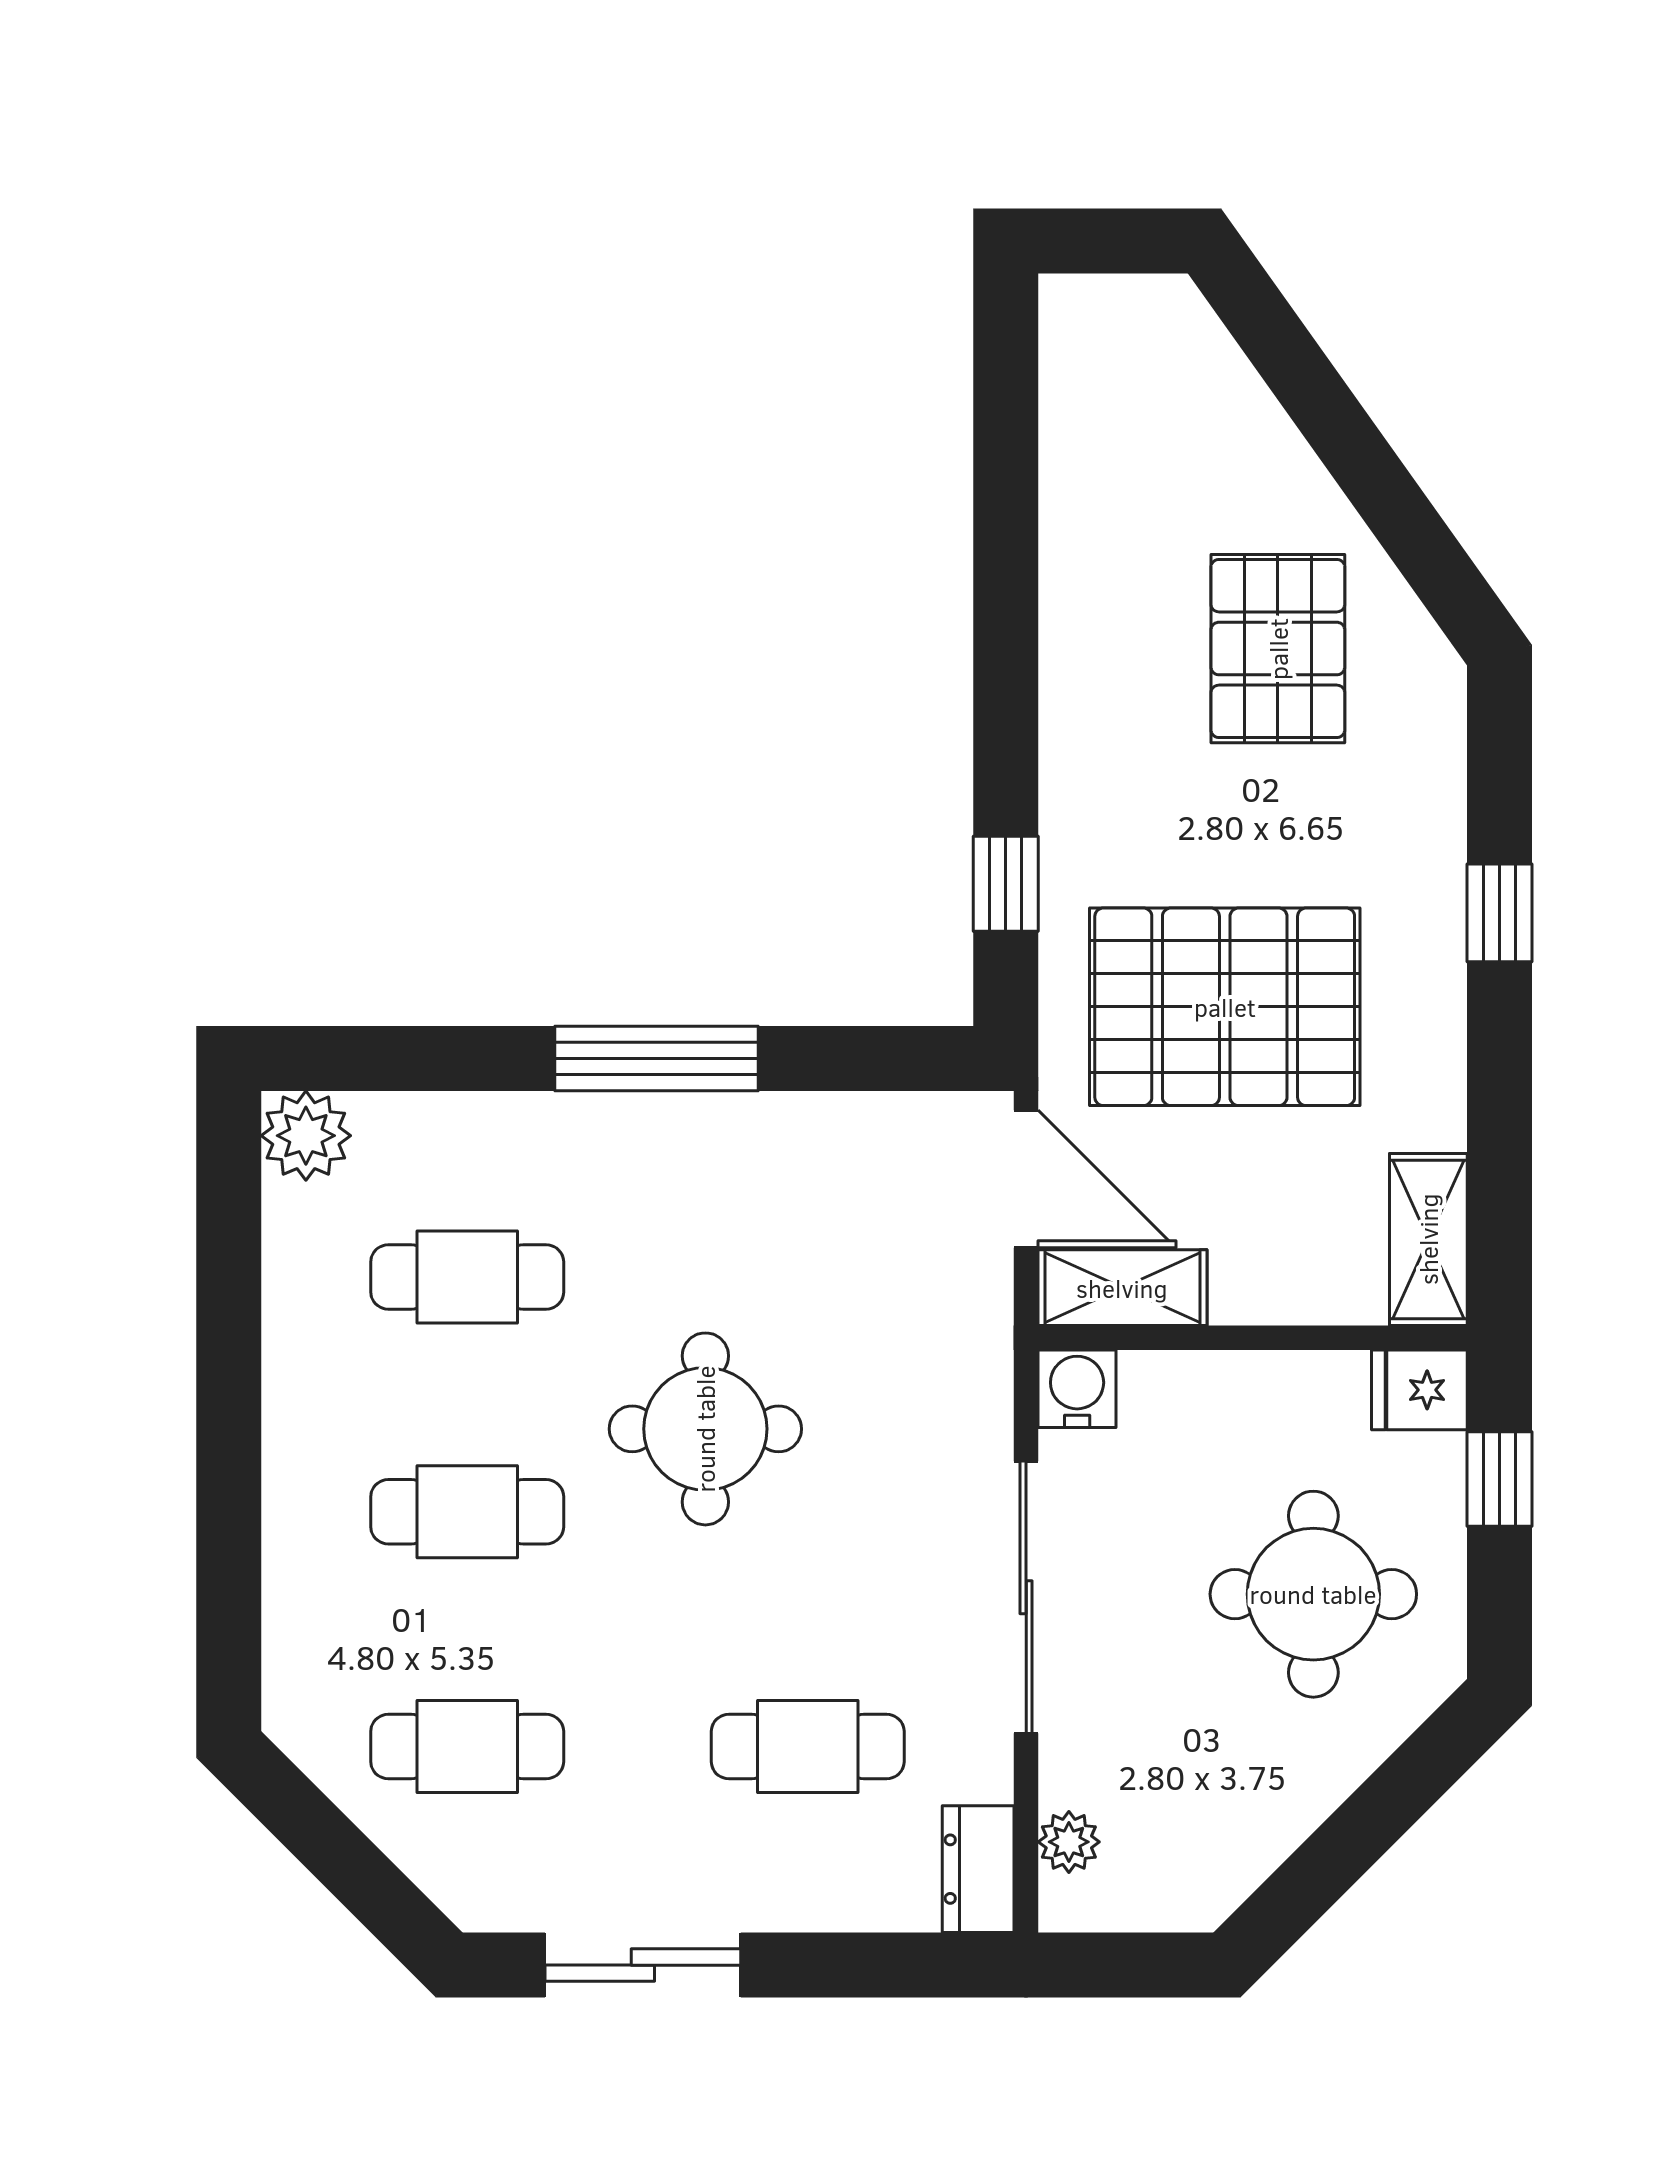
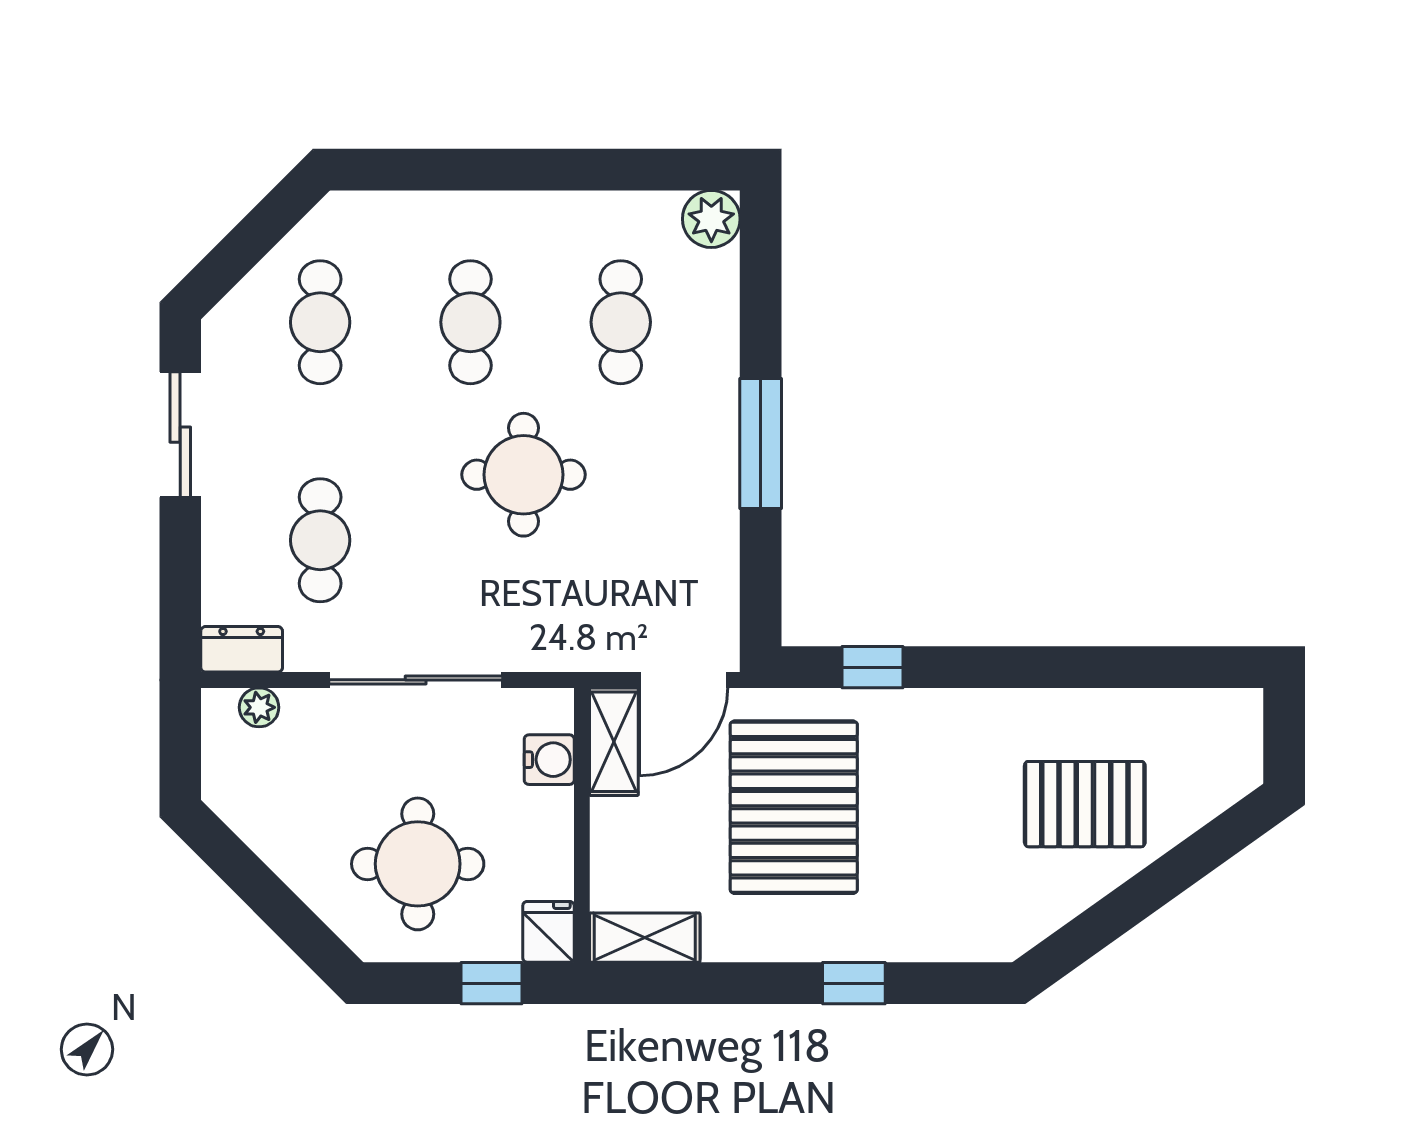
pallet: (1278, 649) -> (1085, 804), moved
water cooler: (1077, 1389) -> (549, 760), moved

